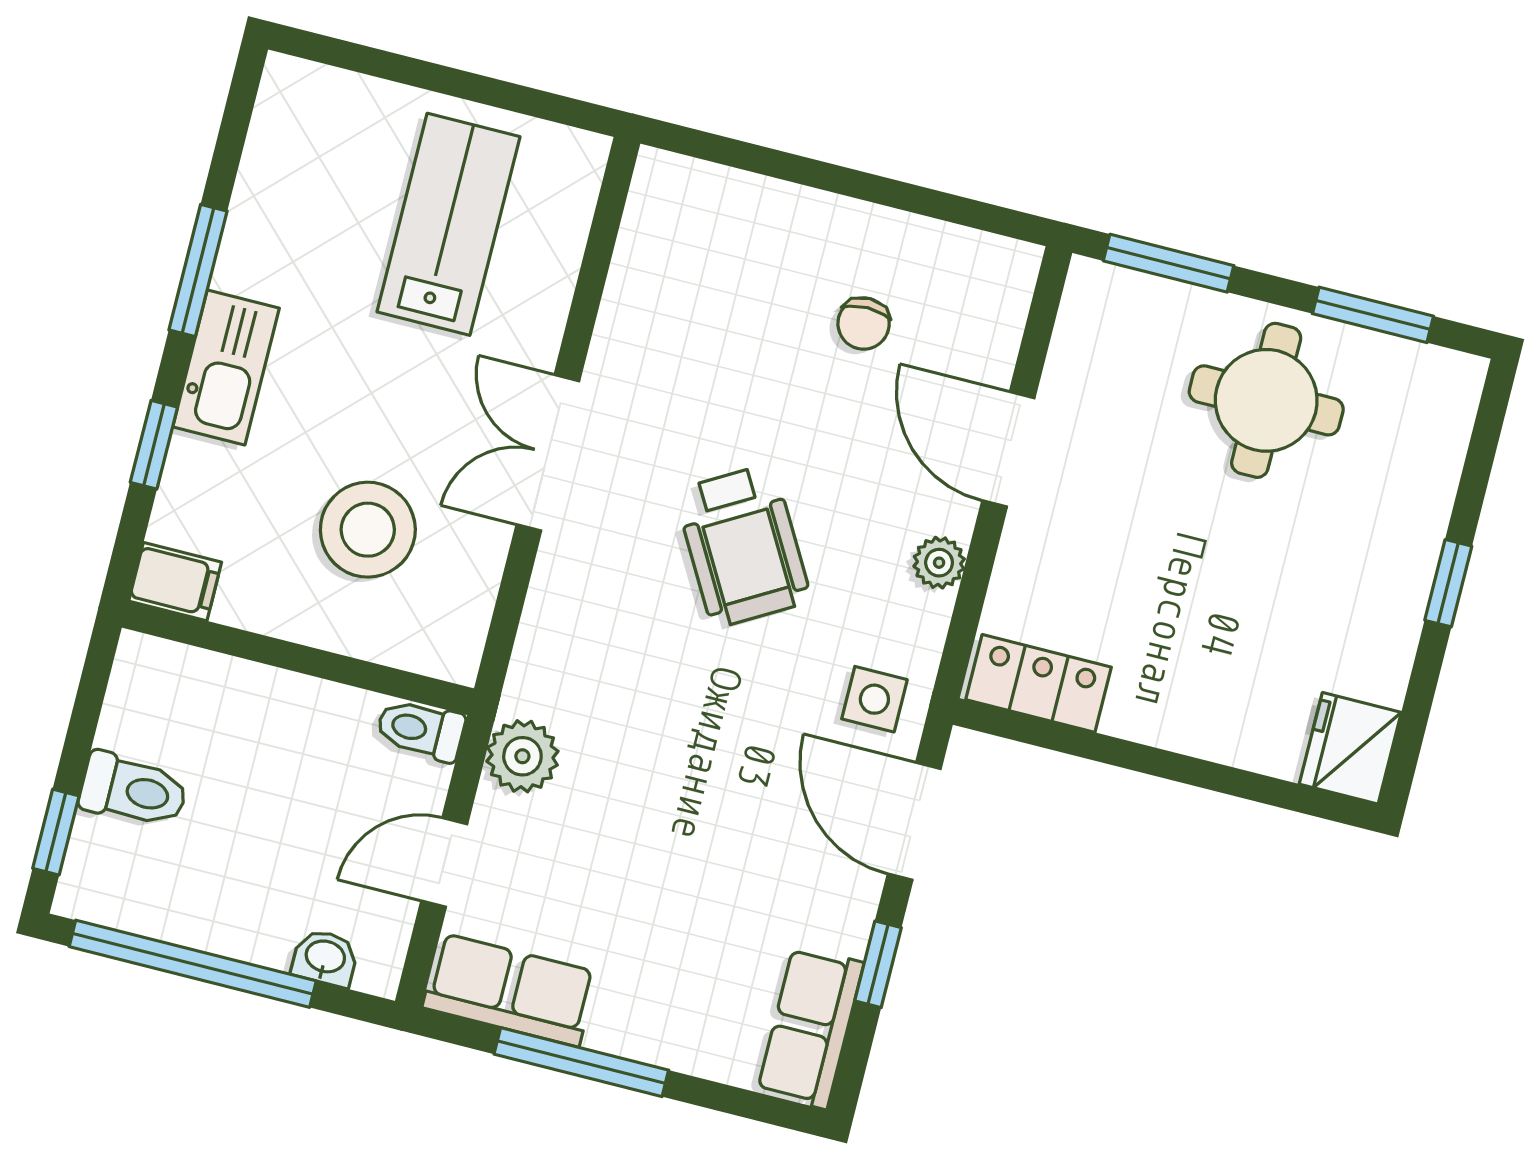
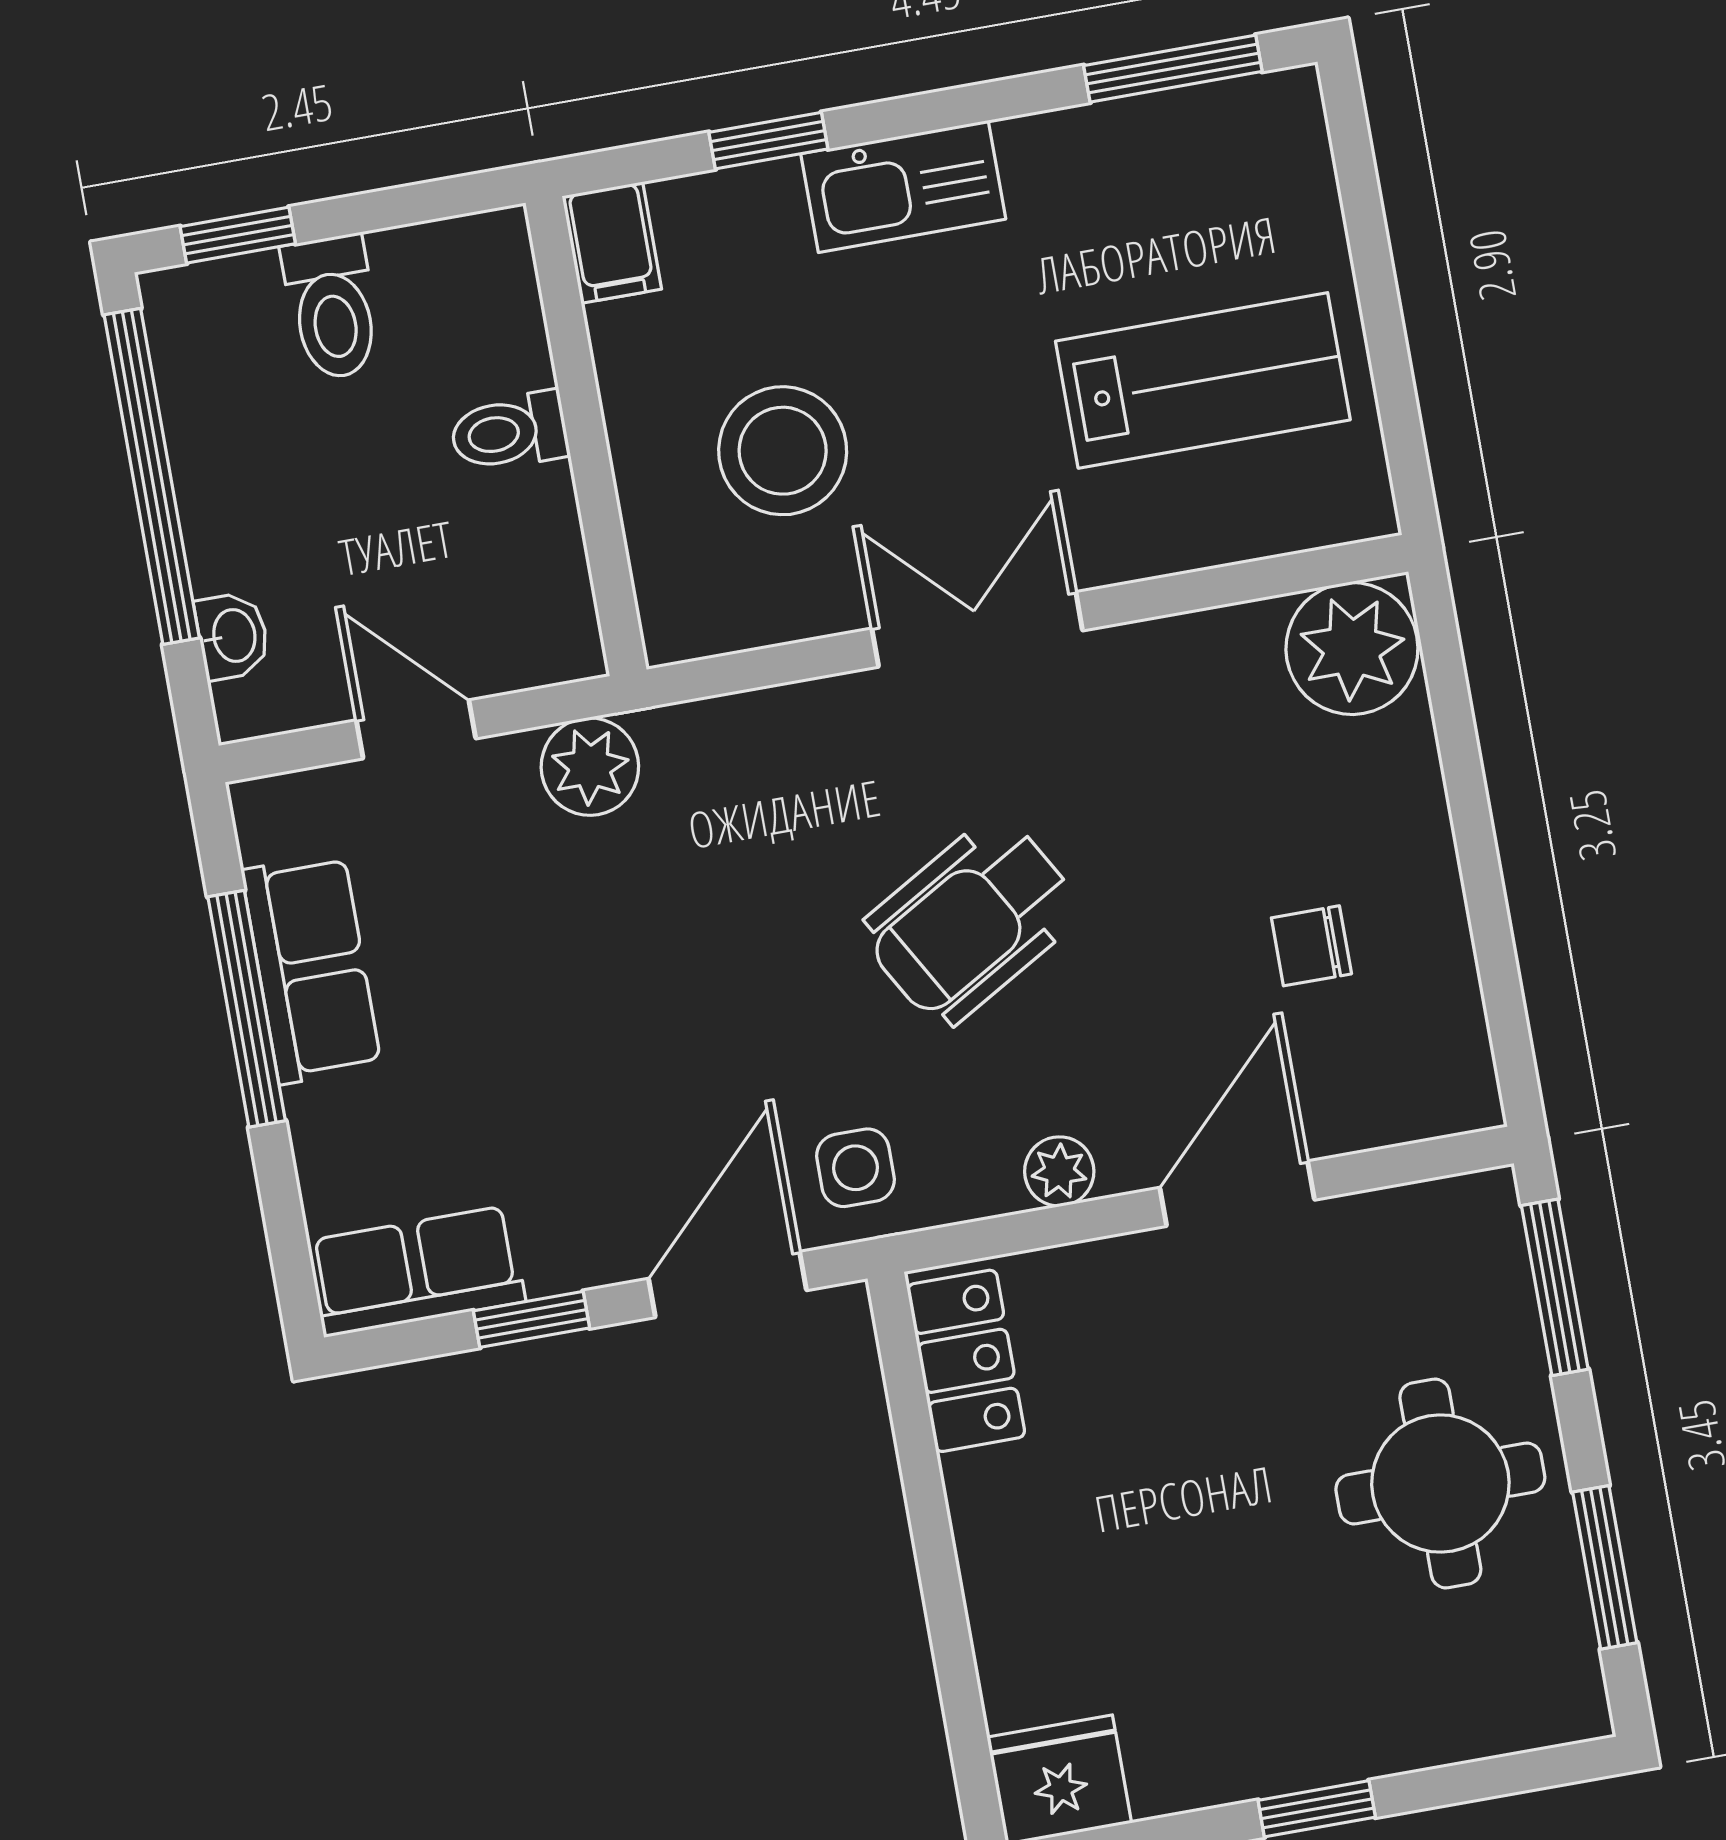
plant: (675, 205) -> (1352, 648), added
window: (198, 270) -> (1173, 69), moved
toilet: (421, 730) -> (509, 432), moved, turned -90
row of seats: (510, 990) -> (311, 968), moved

